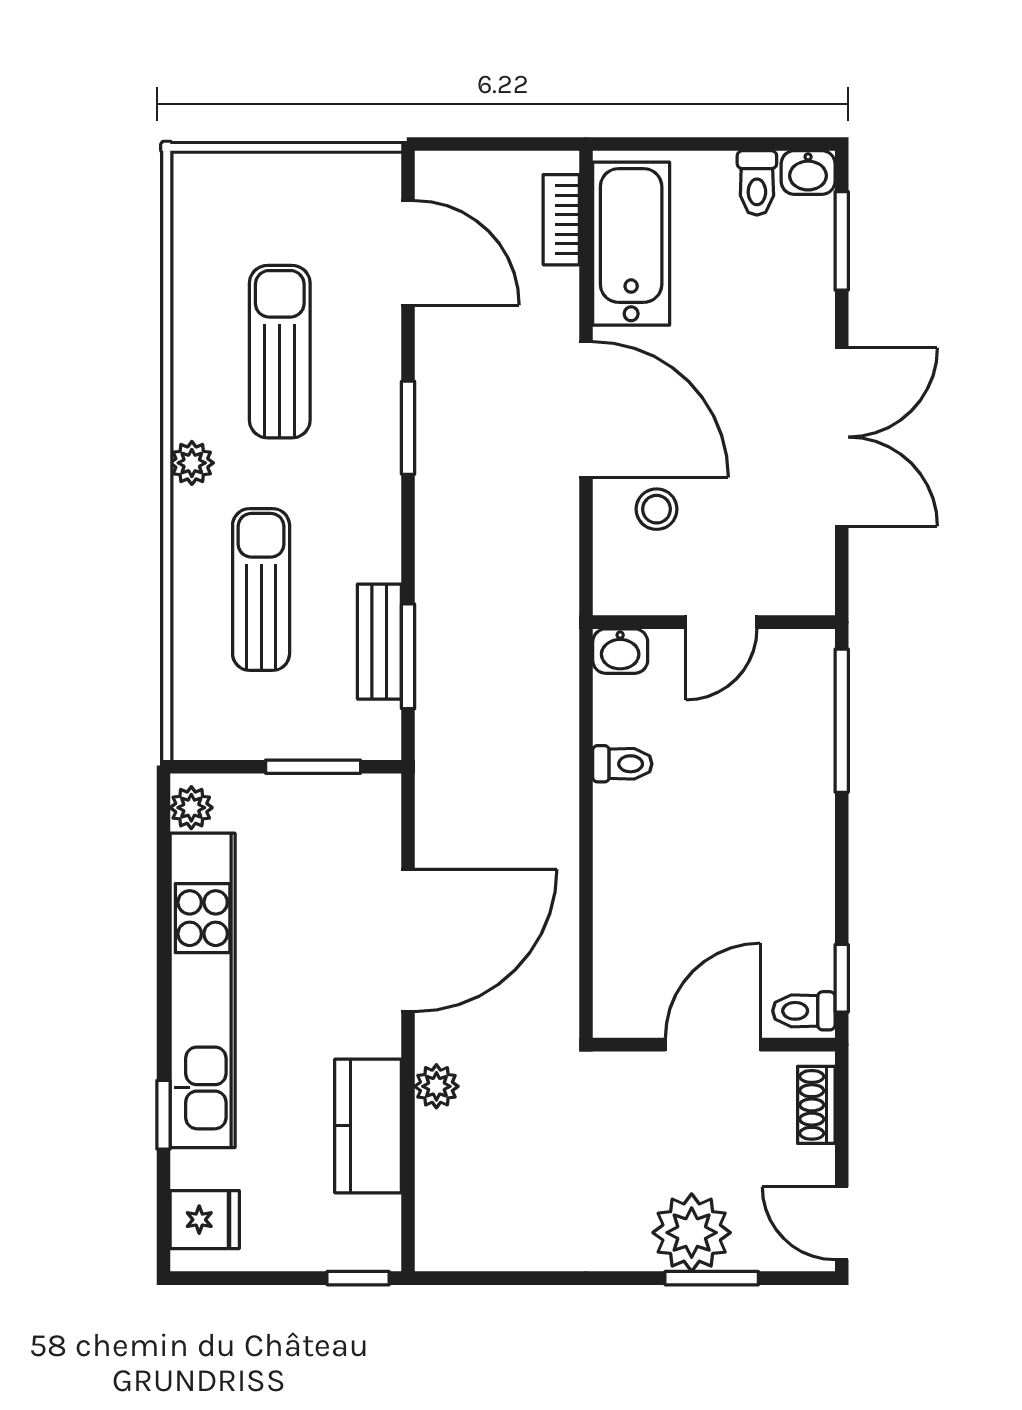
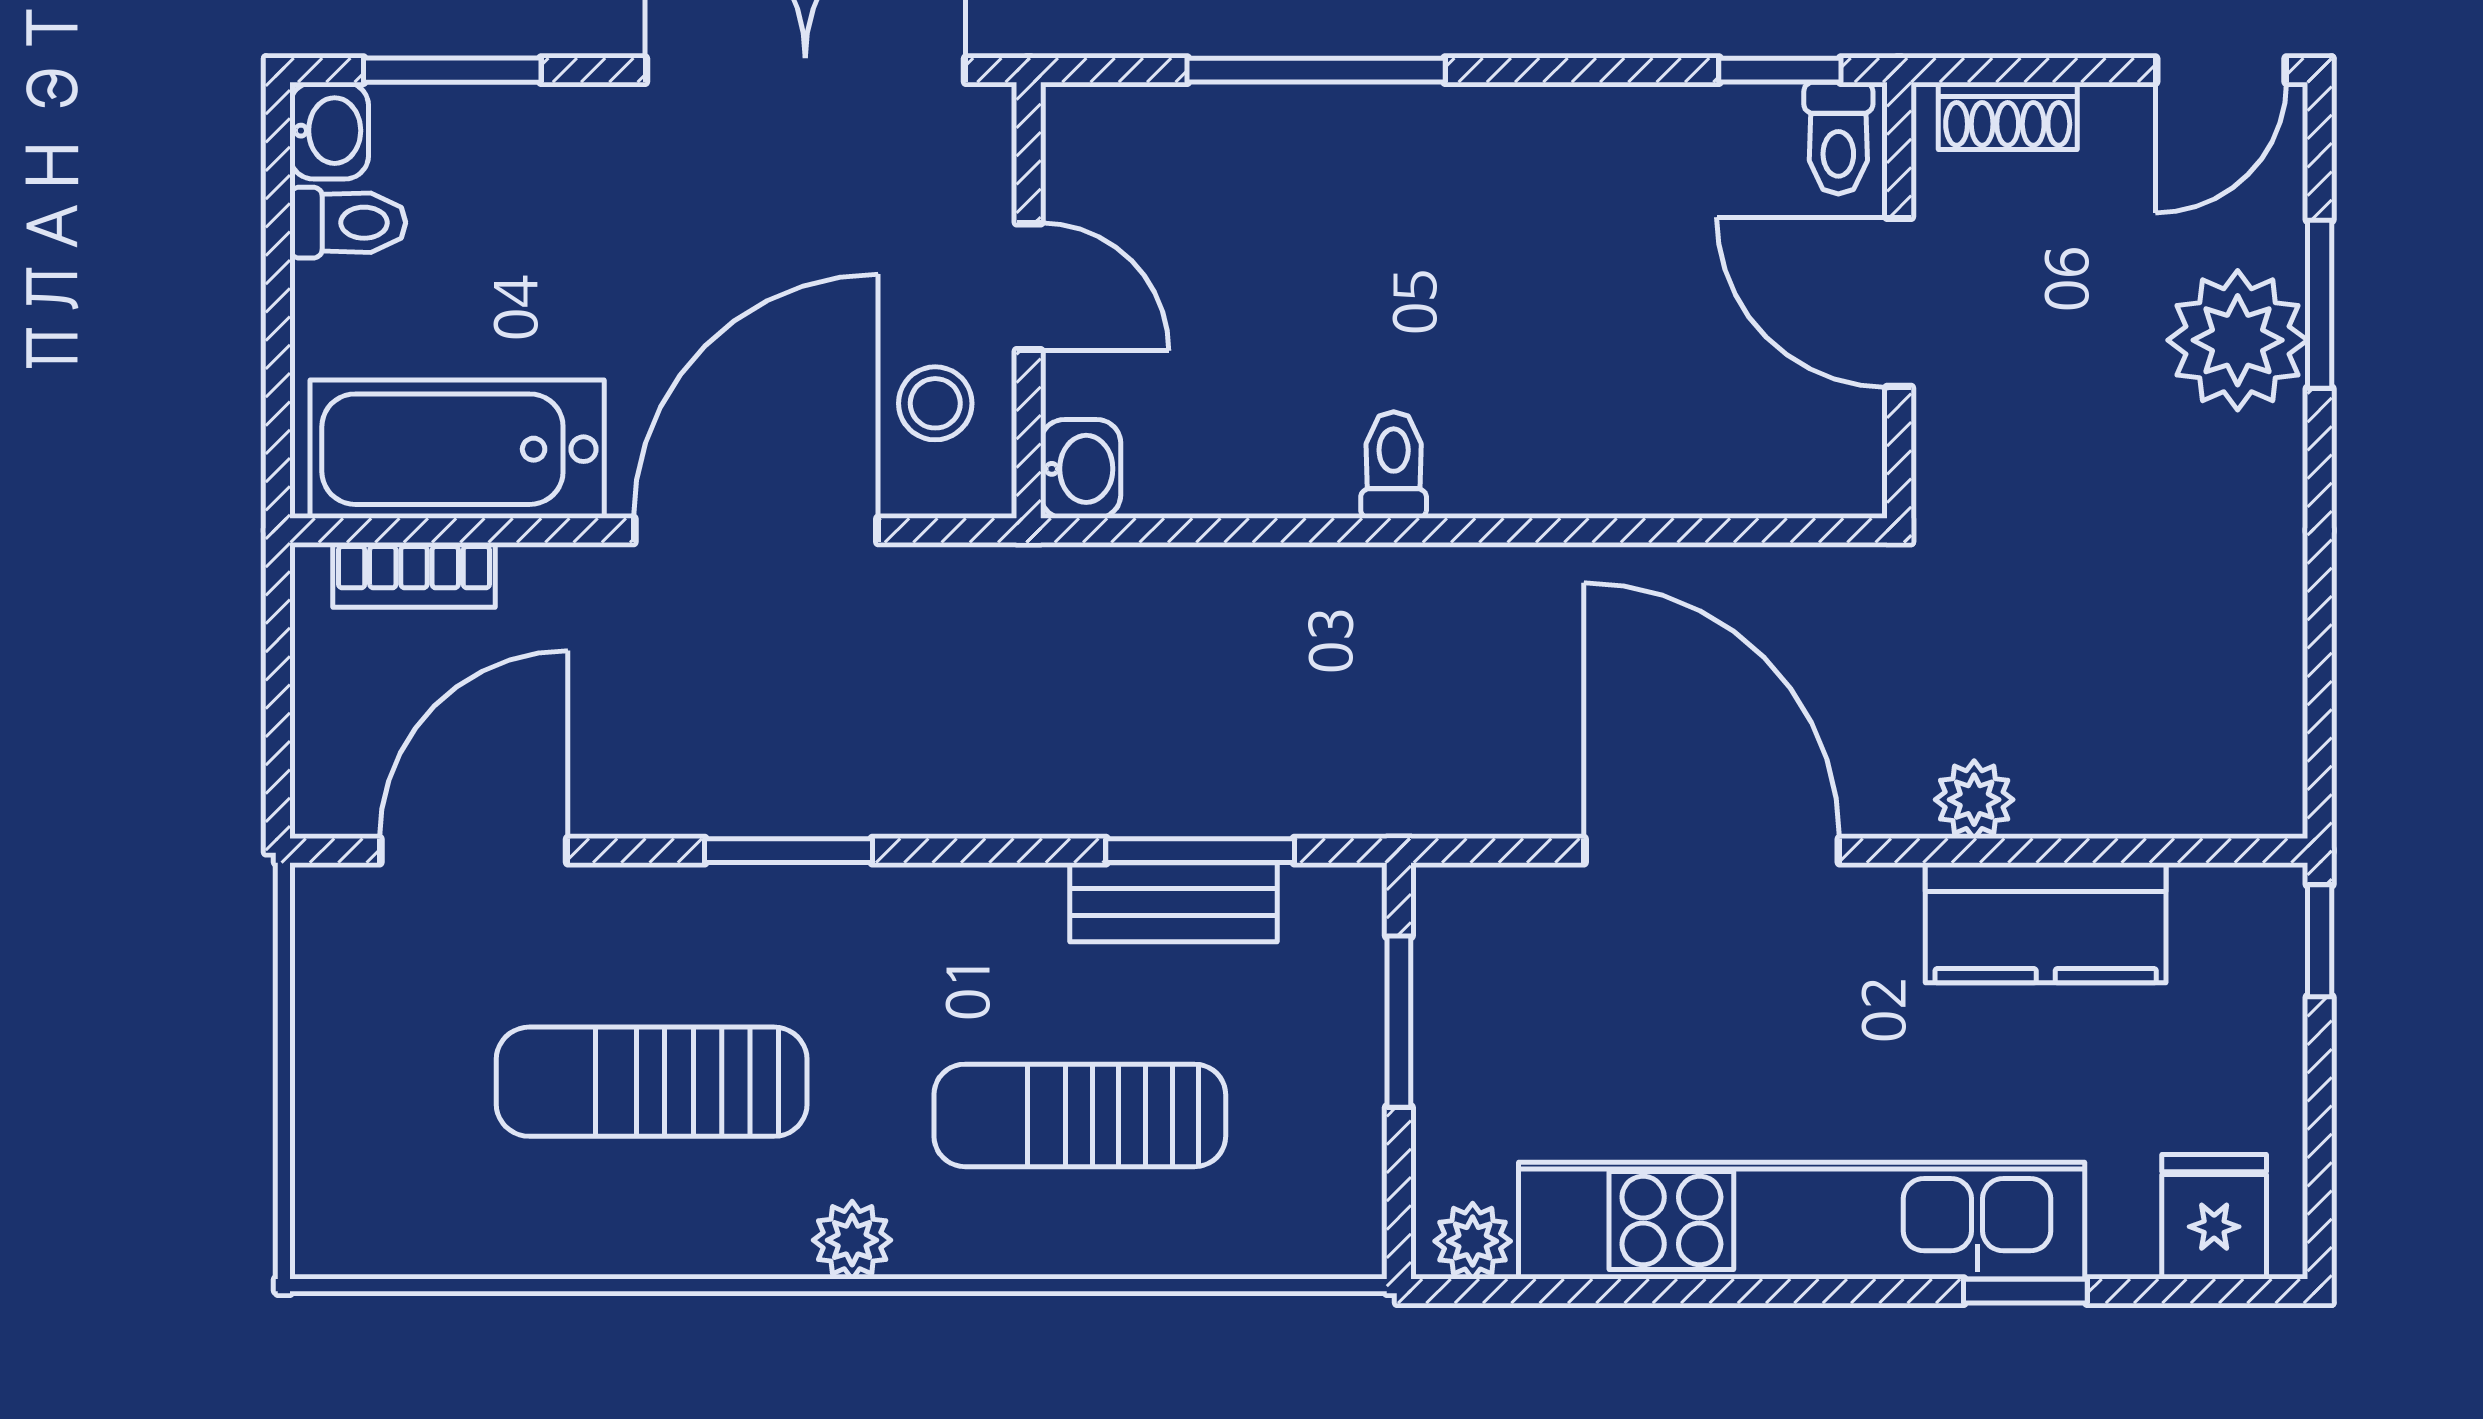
wall: (714, 622) -> (1029, 300), moved
door: (721, 622) -> (1029, 287), moved
washbasin: (620, 651) -> (1081, 469), moved

